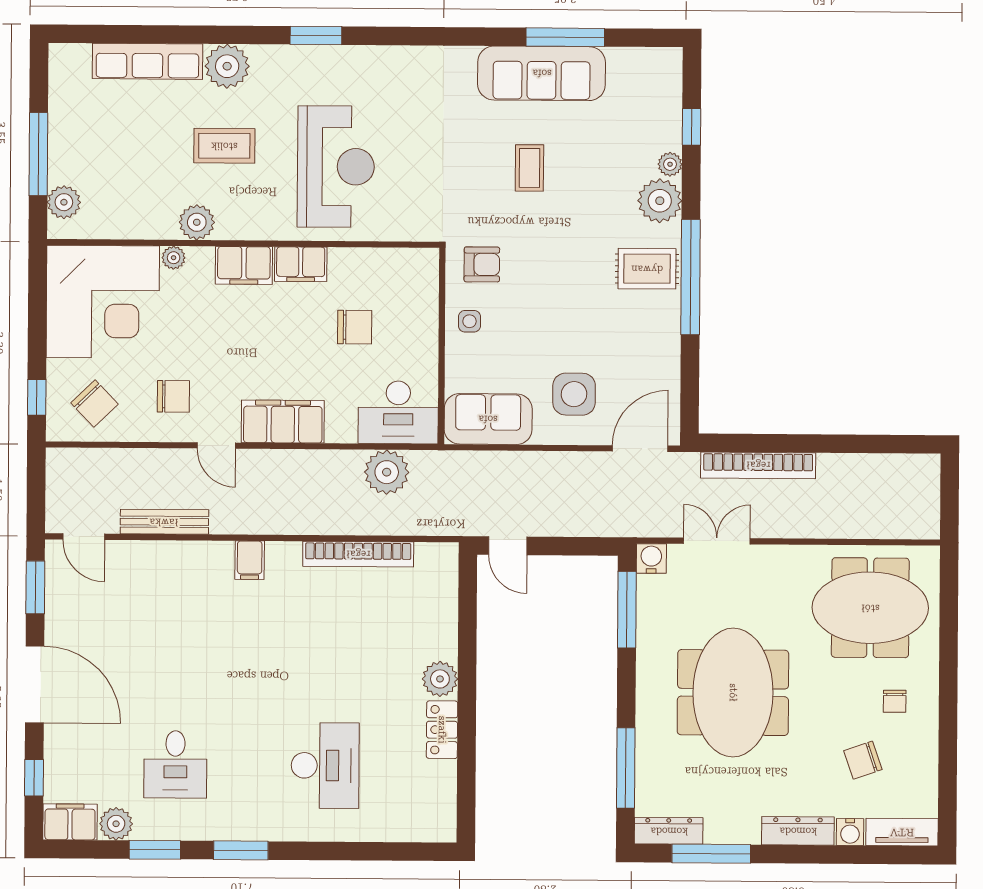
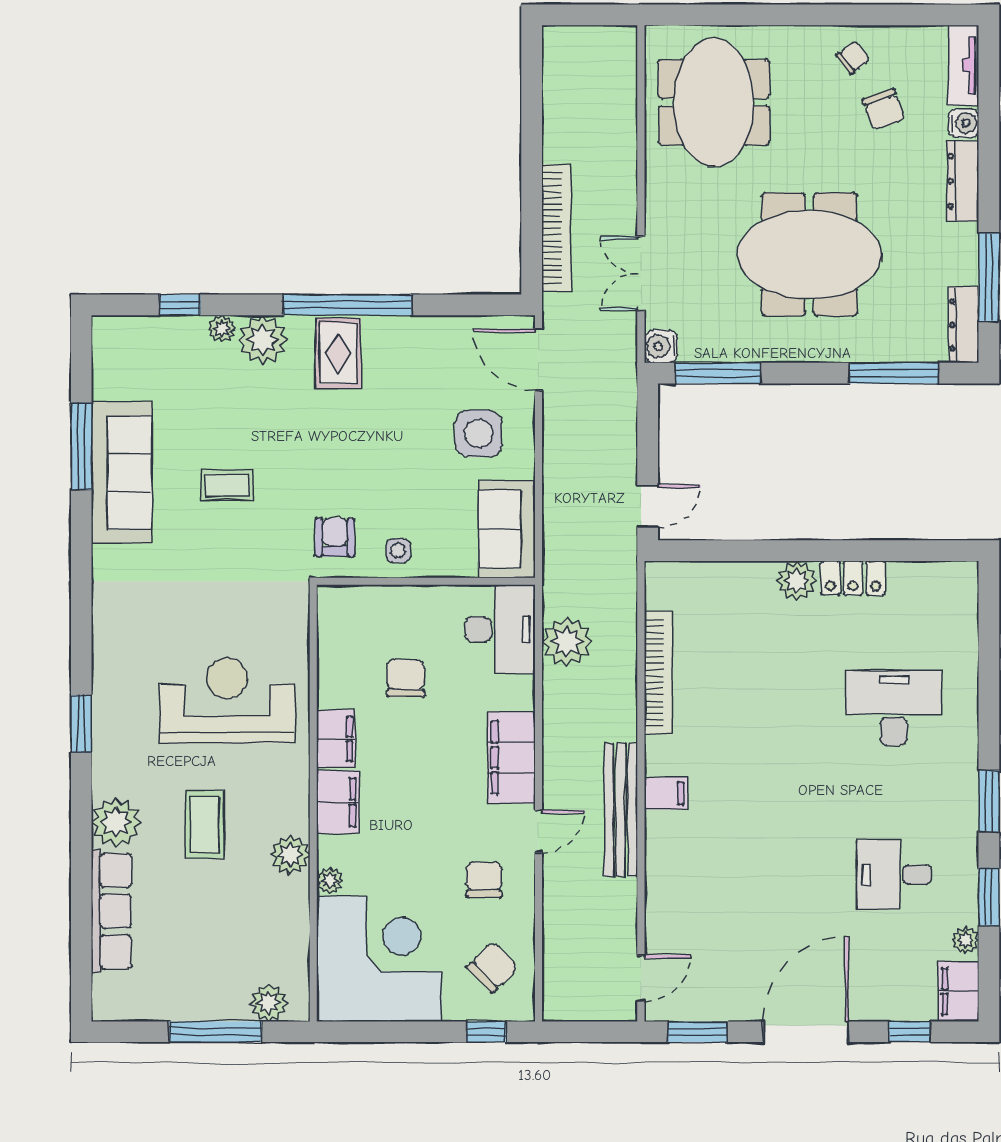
bench: (164, 522) -> (621, 810), moved, width x1.37, depth x1.21
chair: (895, 701) -> (853, 57), moved, turned -38
desk: (175, 764) -> (894, 875), turned 180
plant: (116, 824) -> (965, 940), width x0.73, depth x0.73

